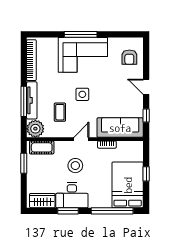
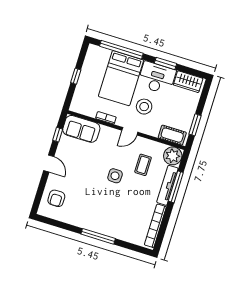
corner sofa: (83, 55) -> (102, 215), removed
armchair: (129, 57) -> (56, 198), turned 180
sofa: (120, 128) -> (81, 129), width x0.73
bed: (128, 185) -> (121, 78), moved

